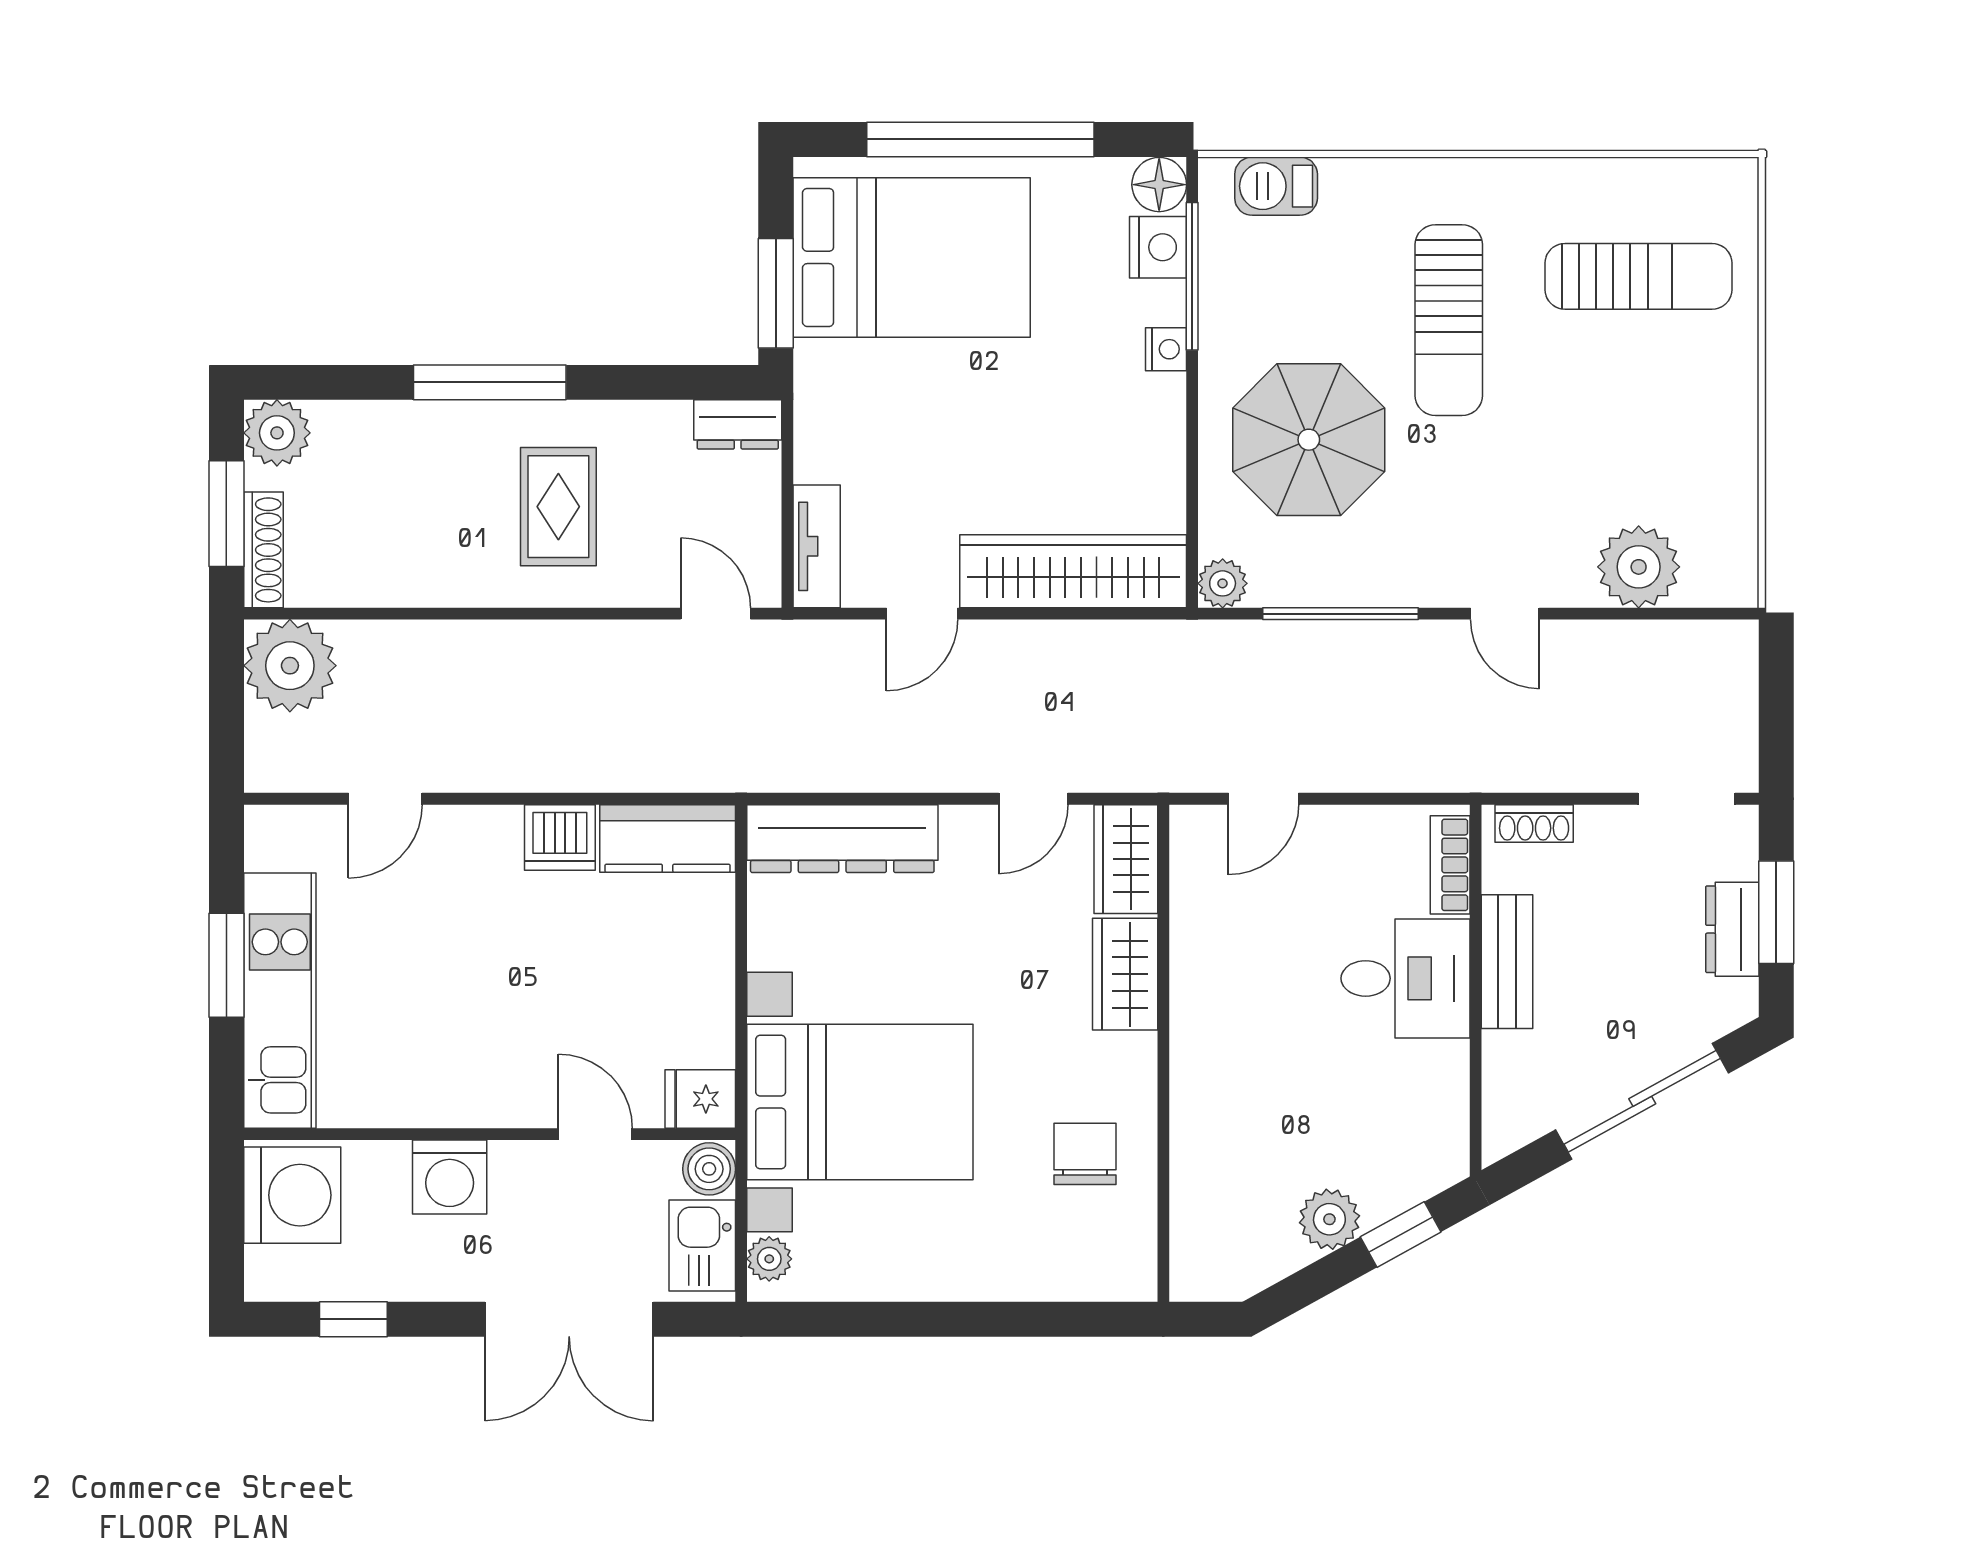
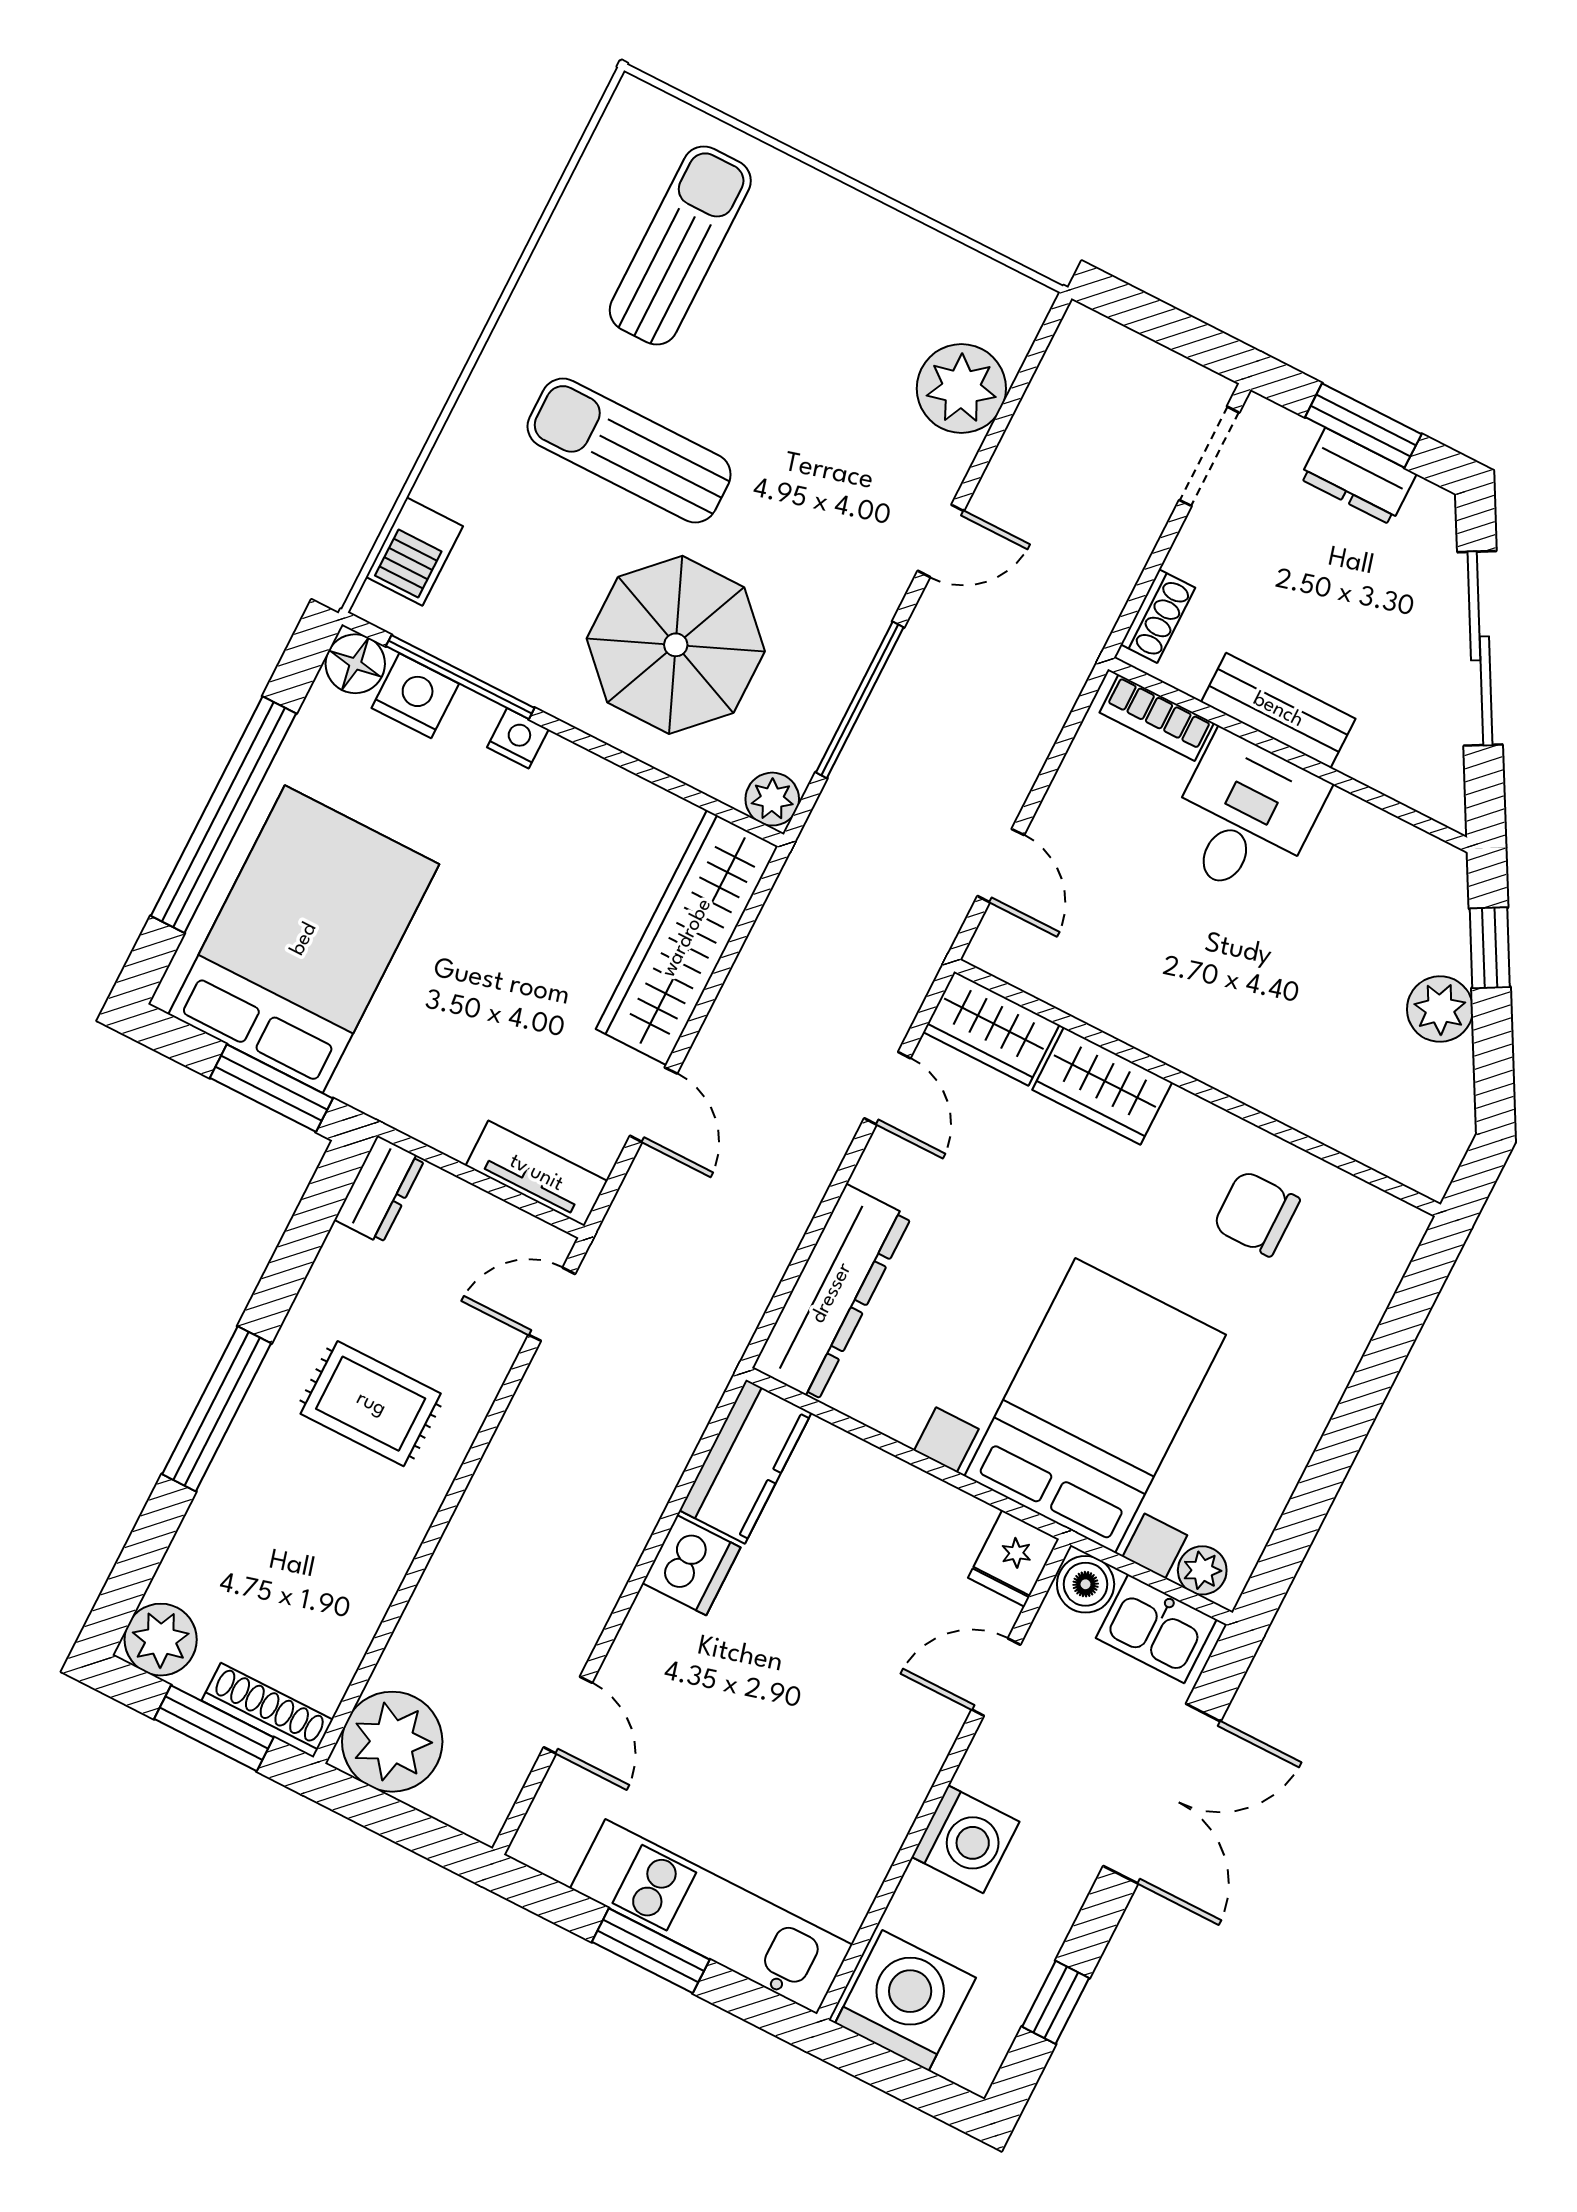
sun lounger: (1449, 320) -> (629, 450), turned 180

